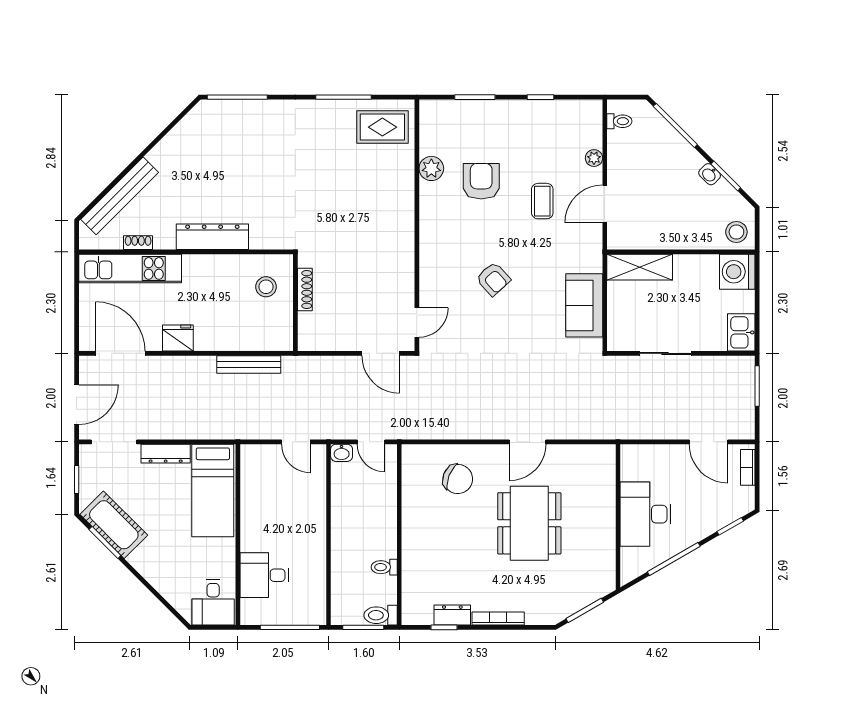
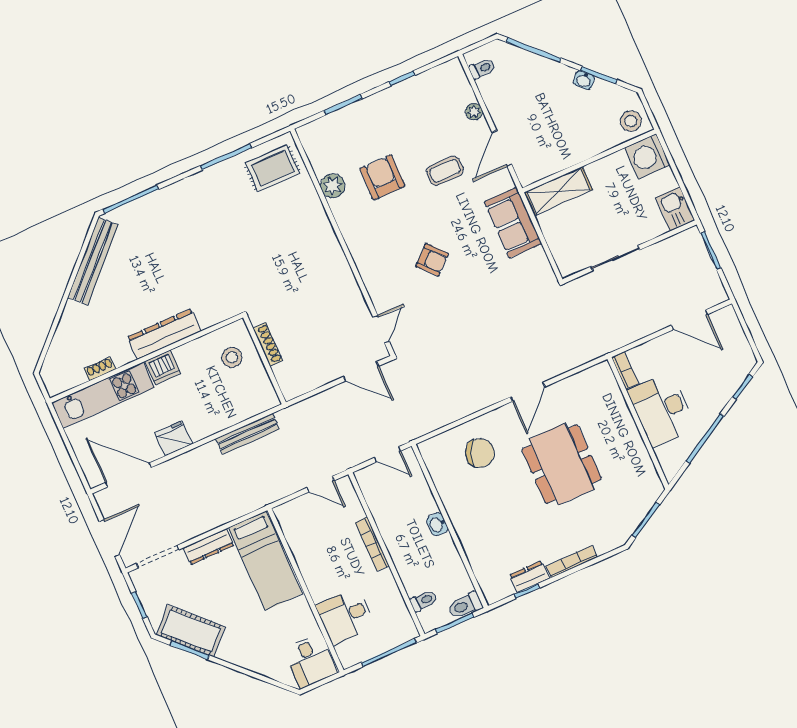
bench: (120, 196) -> (93, 261), moved
coffee table: (542, 201) -> (445, 171), turned 90
dishwasher: (197, 267) -> (163, 367), added
sofa: (584, 305) -> (513, 223), moved
washbasin: (342, 453) -> (437, 524), moved, turned 90
bookcase: (748, 467) -> (625, 370), moved, turned 180
bookcase: (319, 519) -> (372, 544), added
toilet: (384, 567) -> (423, 601), moved, turned 180

